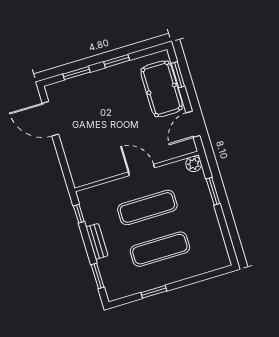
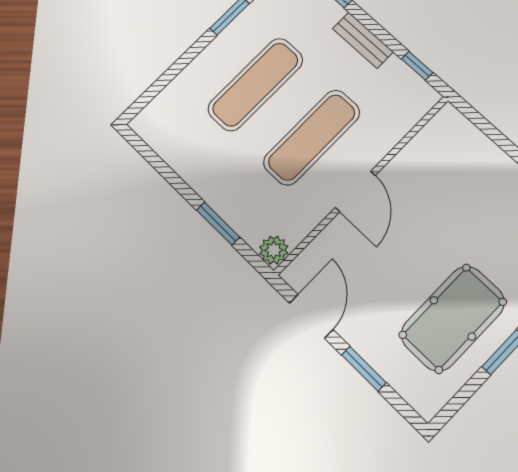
window: (178, 75) -> (364, 369), moved
pool table: (162, 89) -> (453, 318), moved, turned 90
door: (141, 170) -> (355, 191), hinge flipped

